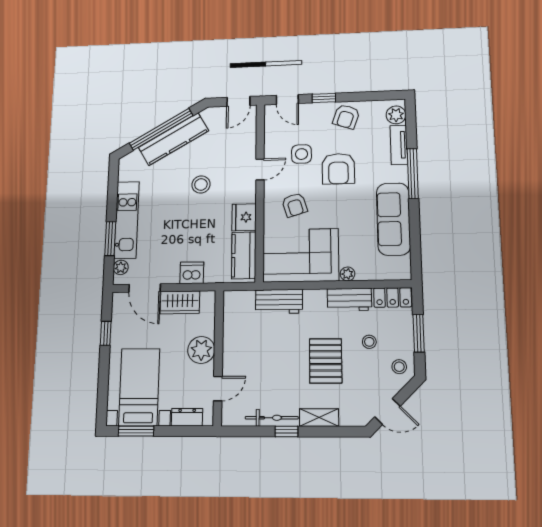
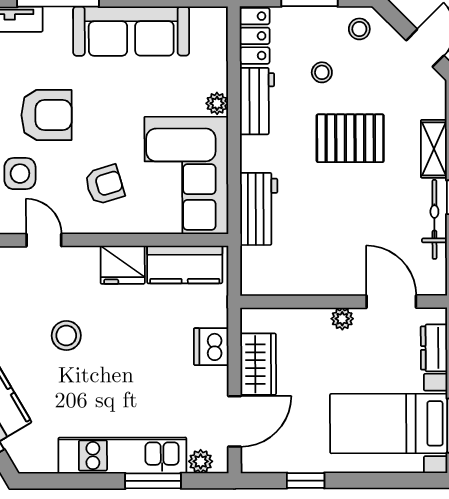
plant: (201, 350) -> (342, 319), width x0.53, depth x0.53
door: (218, 389) -> (391, 302), width x1.37

